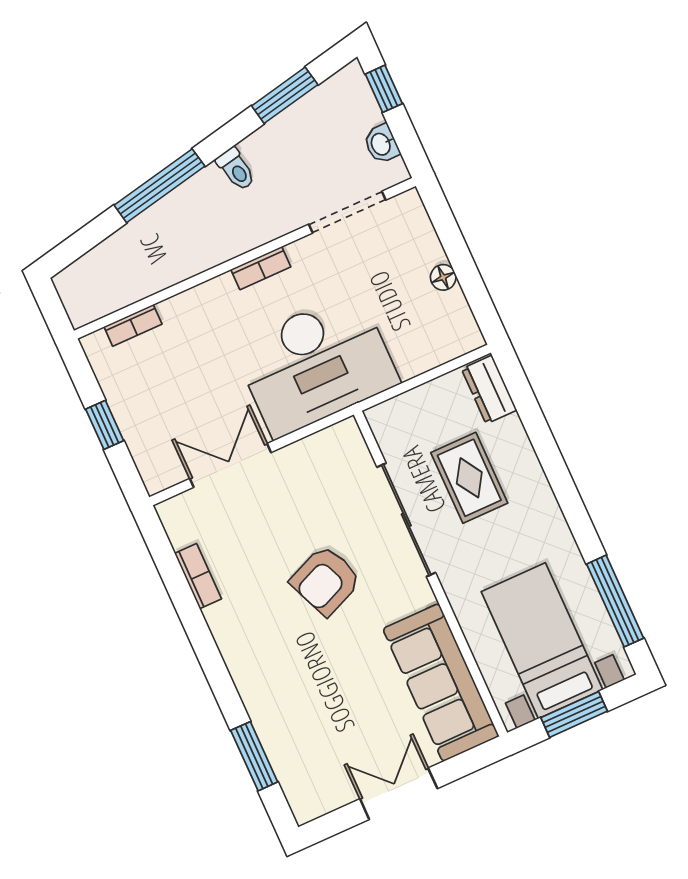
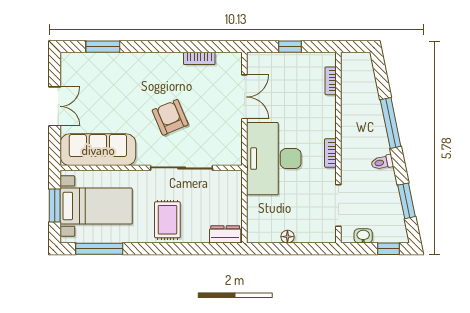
rug: (469, 478) -> (167, 220), moved, turned 90

